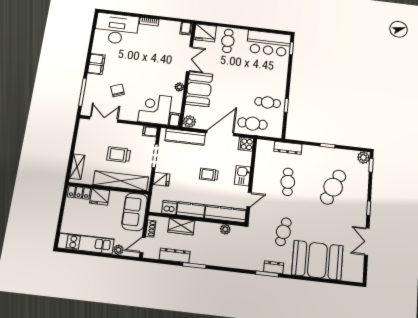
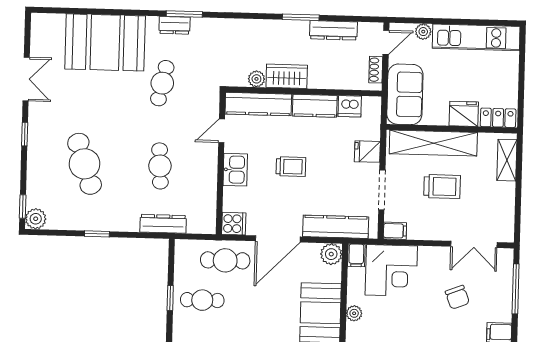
cafe table: (333, 187) -> (85, 164), turned -42
wardrobe: (181, 226) -> (287, 76), moved

